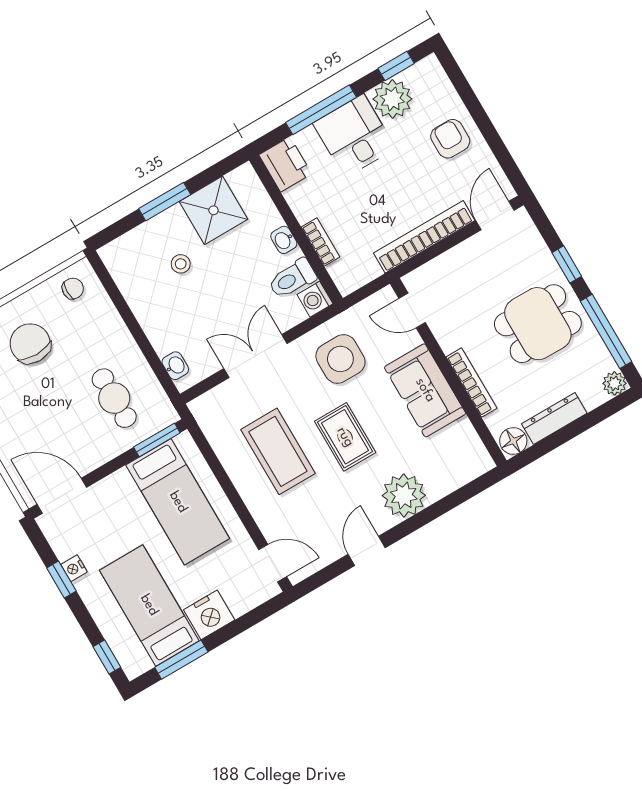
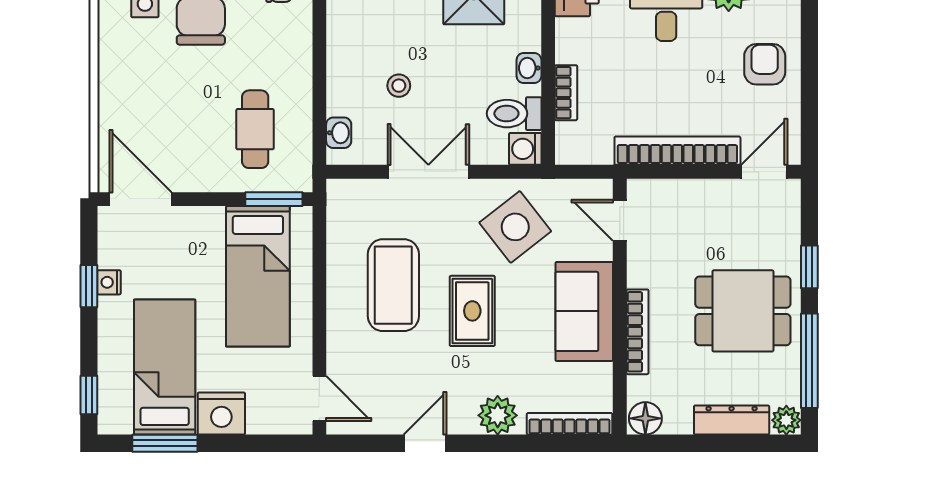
stool: (181, 264) -> (399, 86), moved
side table: (340, 359) -> (515, 227), turned -38
dresser: (554, 419) -> (732, 420), moved
bookcase: (461, 477) -> (570, 424), added
plant: (404, 496) -> (498, 415), width x0.73, depth x0.73

